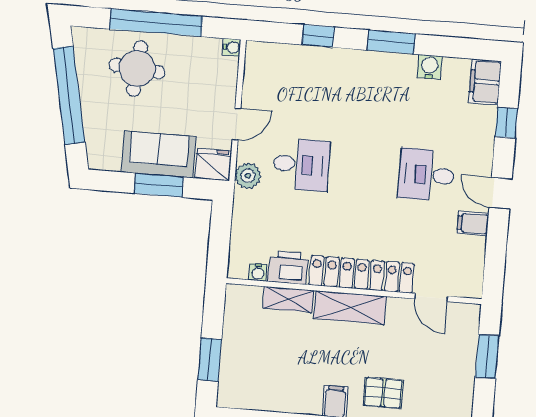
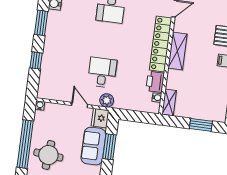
shelving: (288, 299) -> (169, 102), moved

